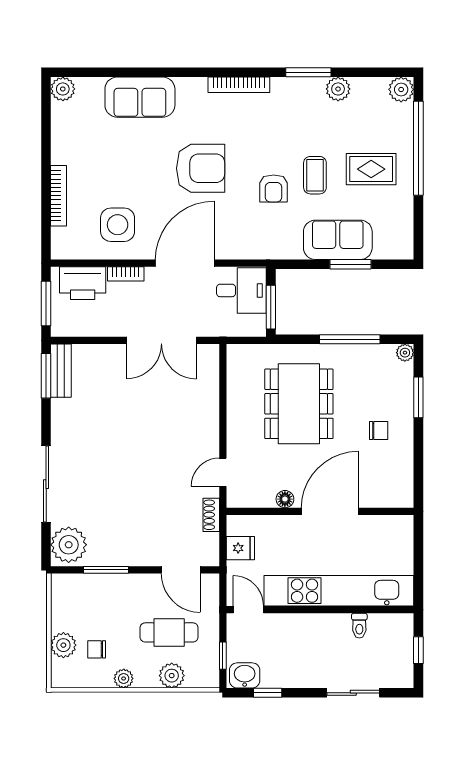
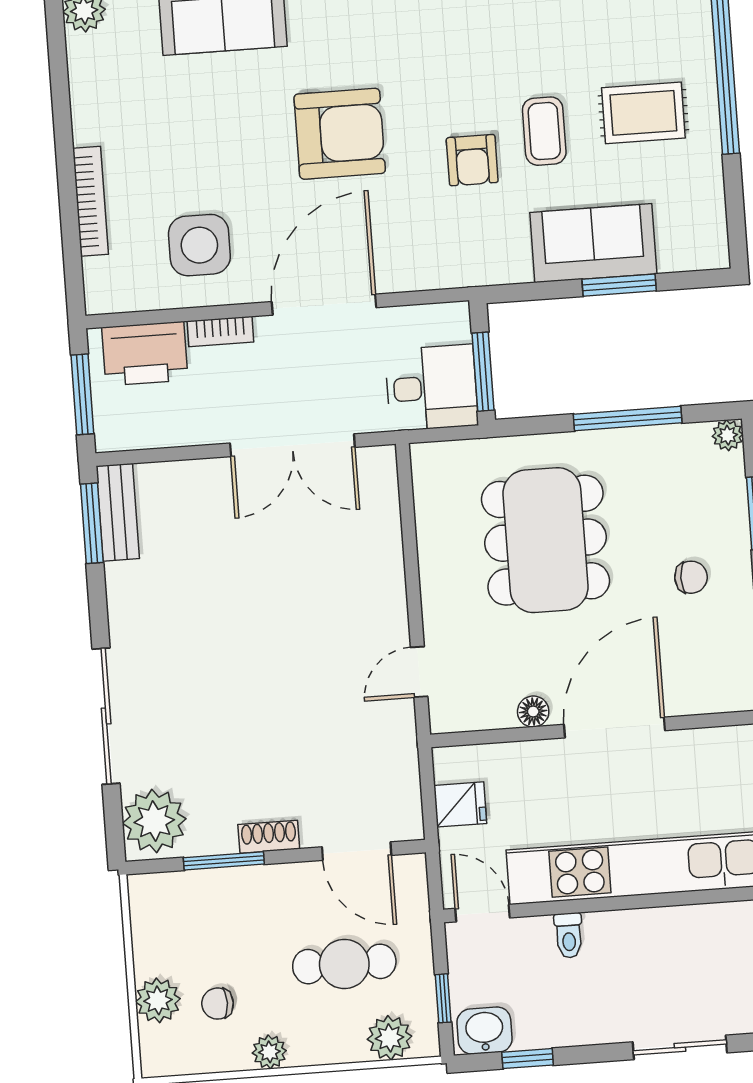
desk: (241, 290) -> (431, 388), moved
shoe rack: (211, 515) -> (269, 837), moved, turned 90
toilet: (359, 626) -> (569, 935), moved
plant: (172, 676) -> (390, 1038), moved

